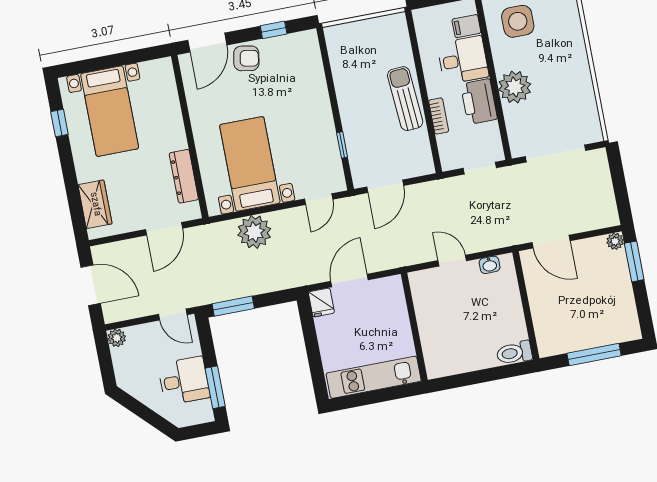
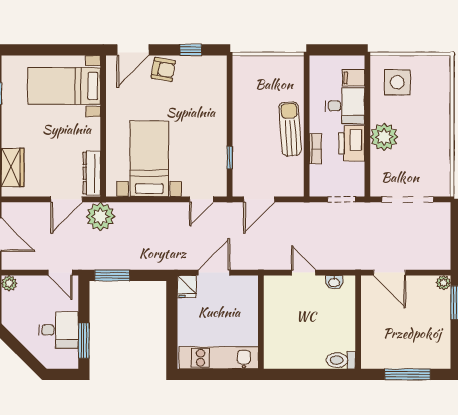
bed with nightstands: (110, 111) -> (64, 86), moved, turned 90
dresser: (184, 176) -> (92, 173), moved
plant: (254, 232) -> (100, 216), moved

